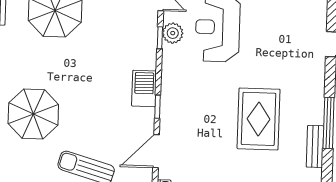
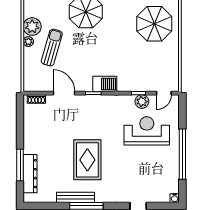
rug: (259, 119) -> (87, 160), turned 90
bench: (315, 146) -> (76, 197), width x1.36

